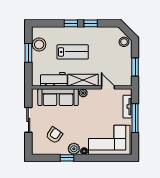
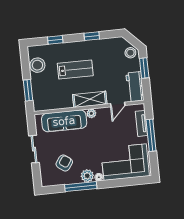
window: (71, 23) -> (55, 40), moved
window: (28, 53) -> (28, 90), moved
window: (135, 67) -> (144, 68), moved
workbench: (54, 79) -> (135, 87), moved, turned -90
door: (108, 87) -> (118, 105), swing flipped
window: (67, 158) -> (81, 187), width x2.17

